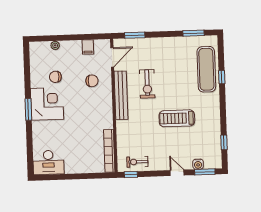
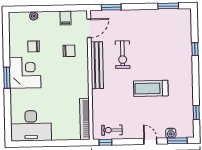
exercise mat: (206, 69) -> (180, 41), removed
desk: (48, 162) -> (31, 126), width x1.36, depth x1.30

